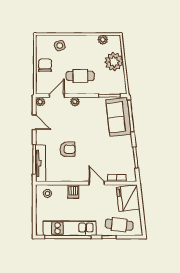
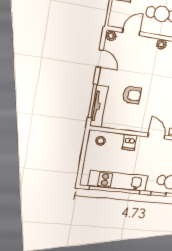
plant: (75, 102) -> (161, 44), moved

